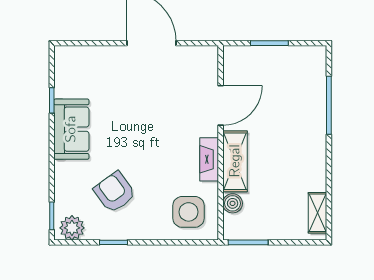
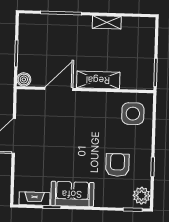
door: (221, 105) -> (59, 89), hinge flipped
fireplace: (209, 159) -> (35, 199), moved, turned 180
armchair: (115, 192) -> (117, 165), turned 126
boiler: (233, 203) -> (24, 79), moved
shelving: (318, 213) -> (107, 22), moved

